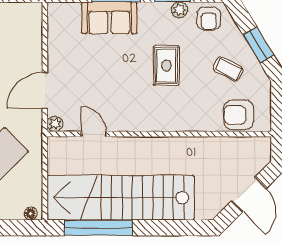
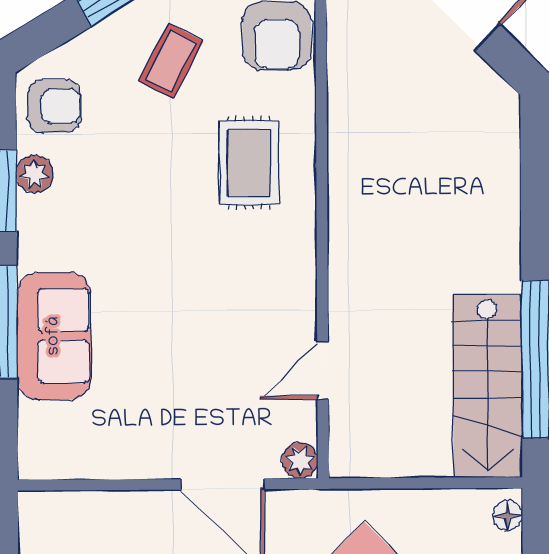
rug: (166, 65) -> (249, 163), moved, turned 90
stairs: (121, 198) -> (488, 386), width x0.54, depth x0.66

